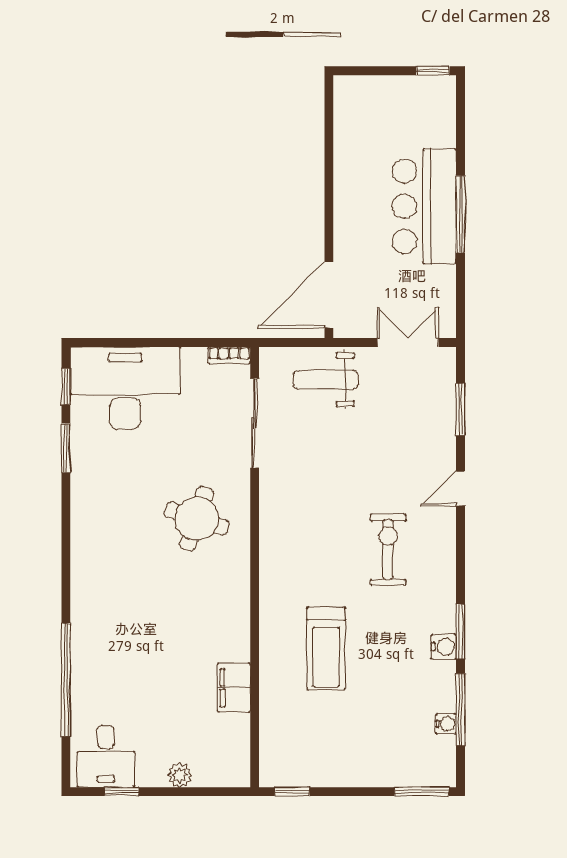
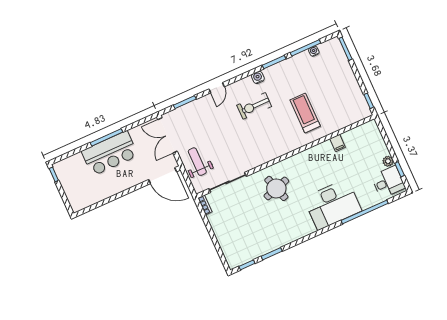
double door: (408, 342) -> (167, 135), width x1.37
weight bench: (326, 380) -> (197, 162), turned 180
desk: (125, 388) -> (333, 204), moved, turned -90
door: (461, 489) -> (217, 88), hinge flipped
round table: (197, 519) -> (276, 188), turned -36
water cooler: (444, 647) -> (258, 77), moved
treadmill: (326, 649) -> (305, 113), turned -90
filing cabinet: (234, 688) -> (338, 143), width x0.50
plant: (180, 775) -> (388, 161), moved

